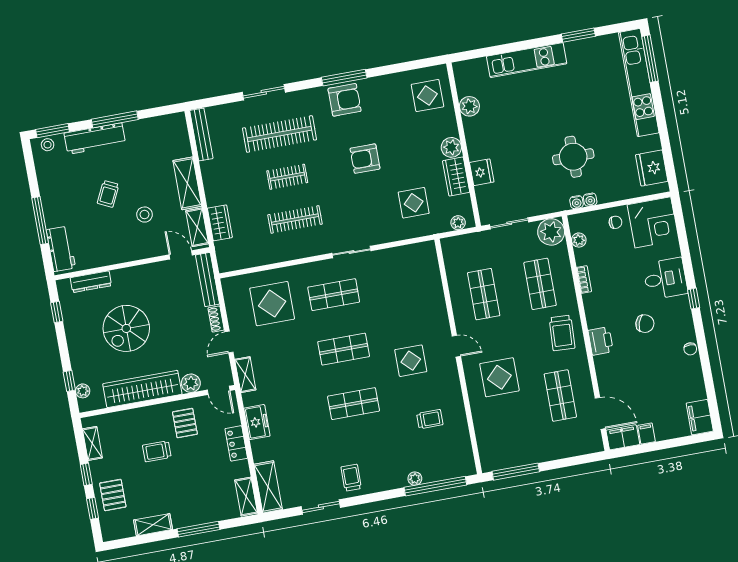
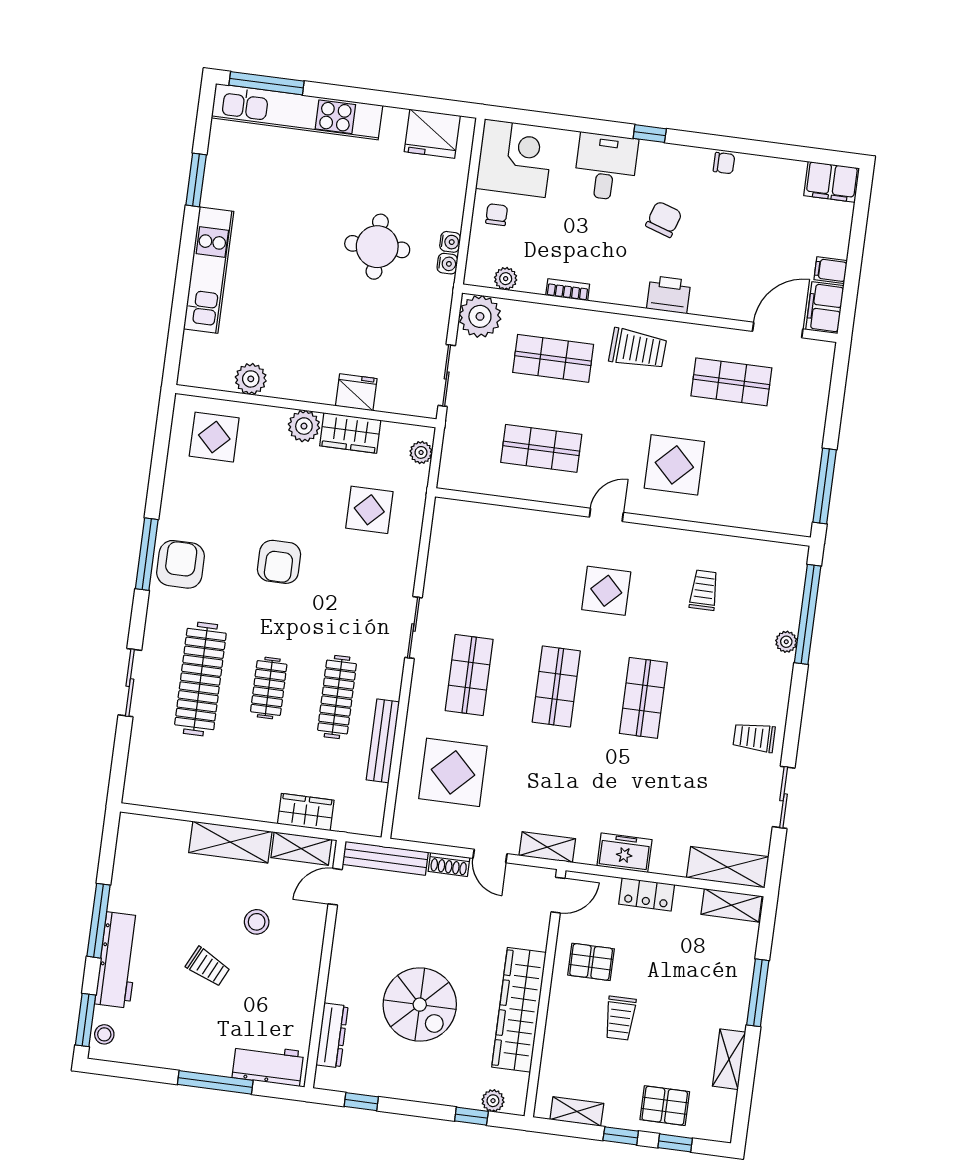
bench: (201, 135) -> (383, 741), moved, turned 90
plant: (191, 383) -> (534, 934), removed

